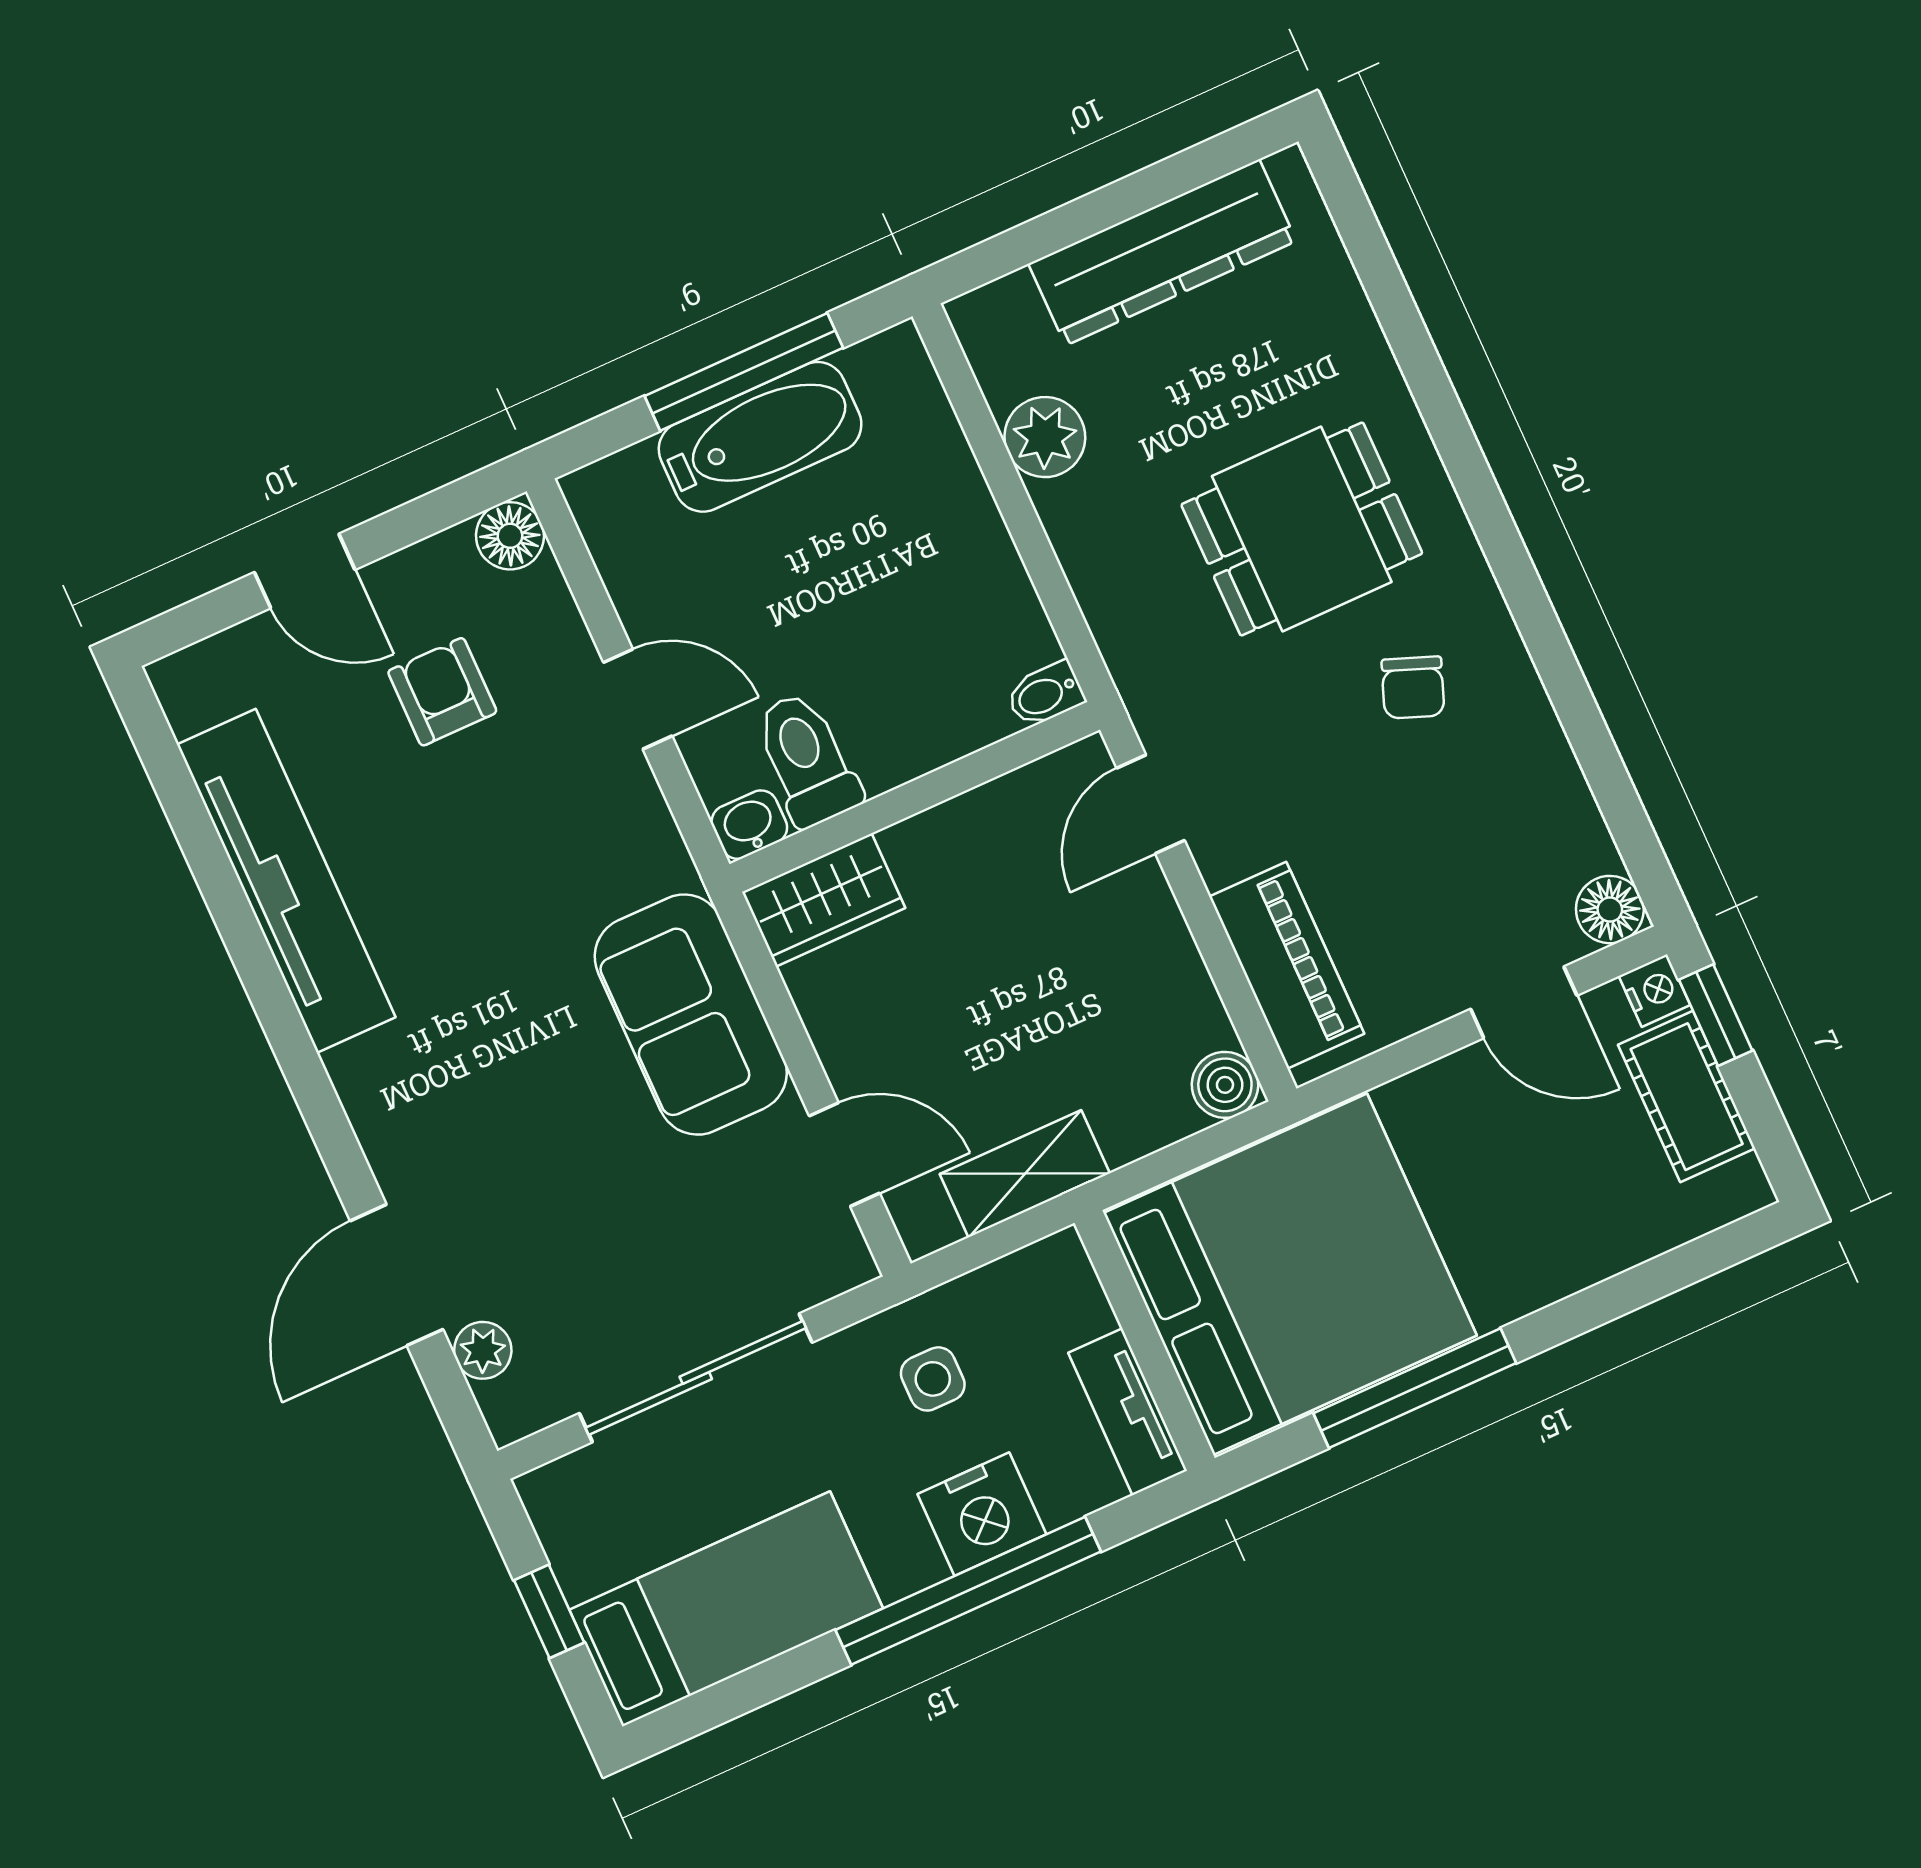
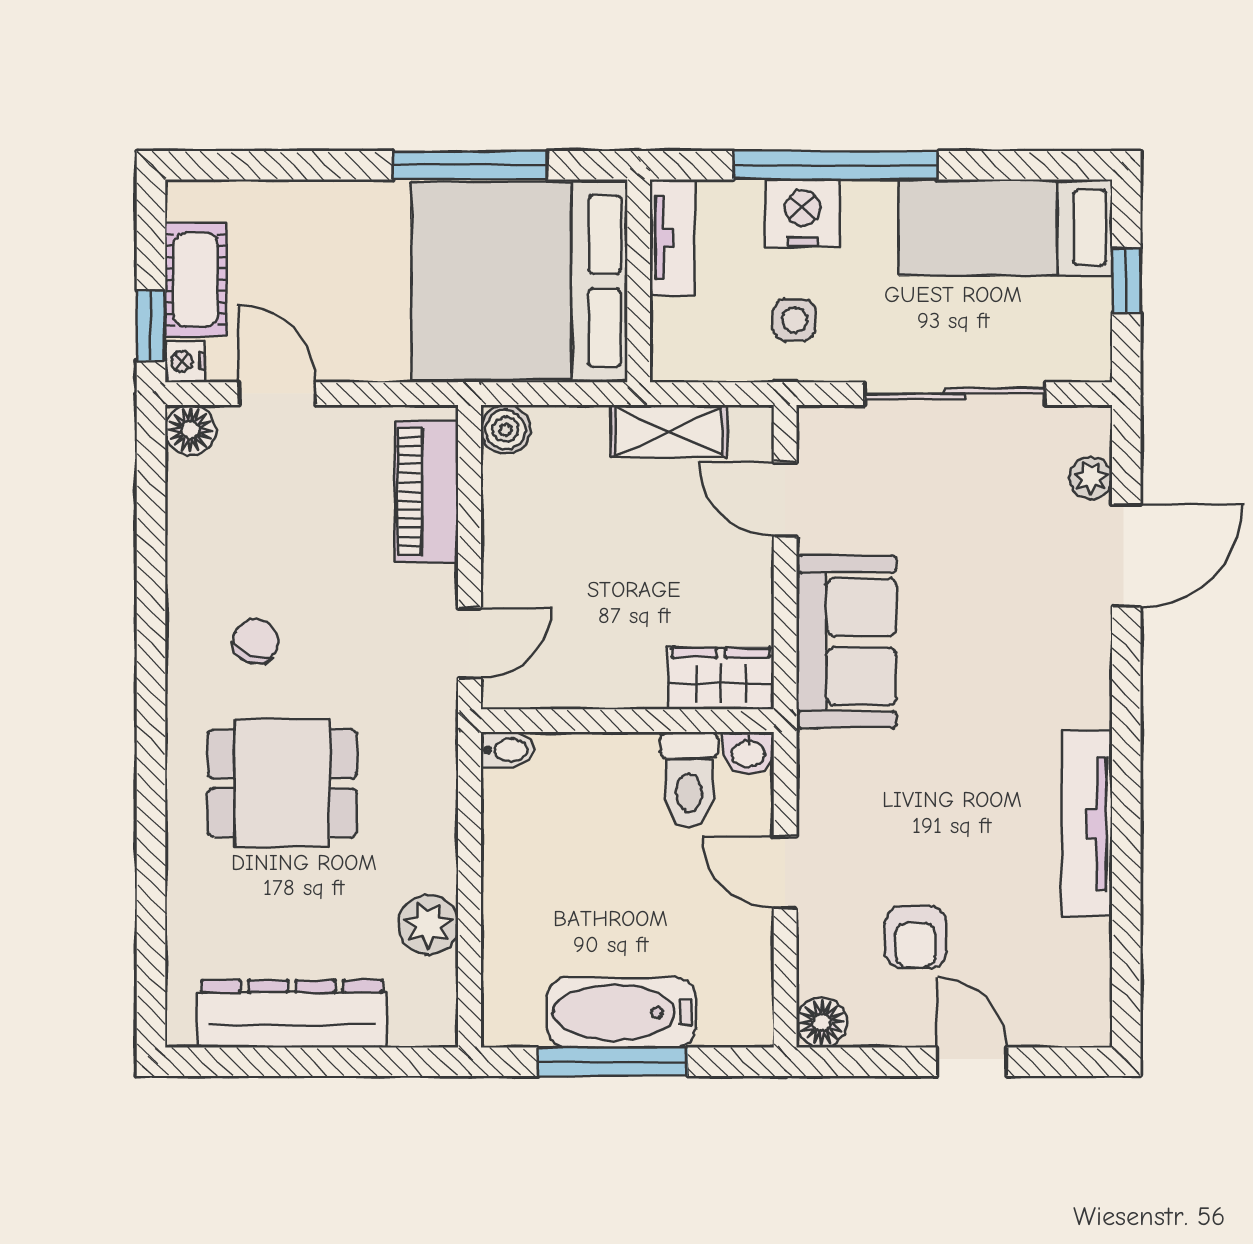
tv unit: (286, 881) -> (1087, 824), width x0.73, depth x0.78

